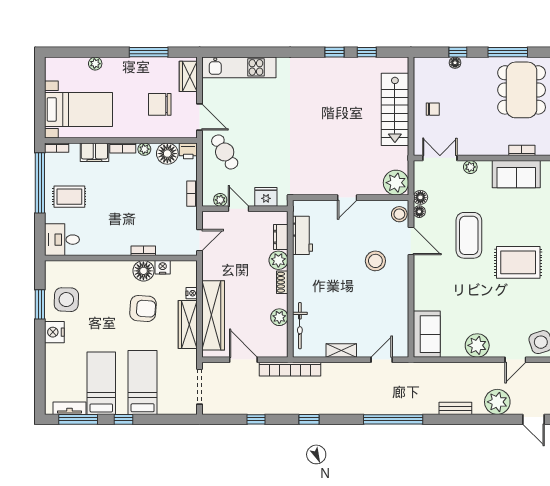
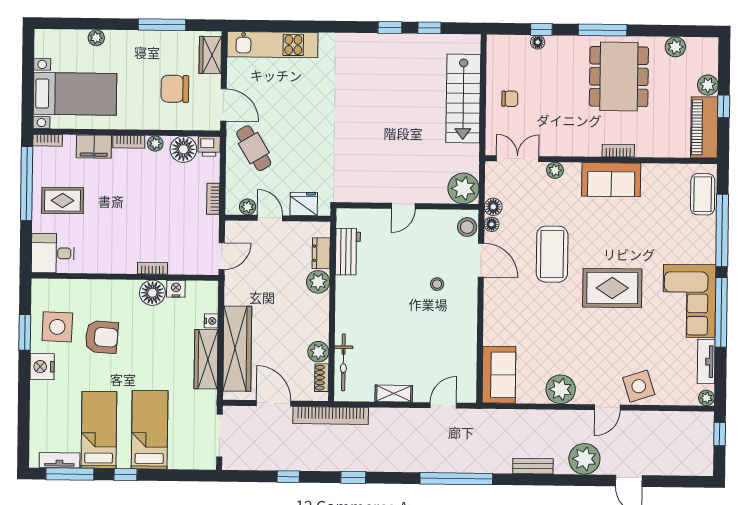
stool: (375, 261) -> (437, 284), width x0.53, depth x0.53
shoe rack: (282, 282) -> (322, 378), moved
armchair: (143, 308) -> (102, 337), moved

